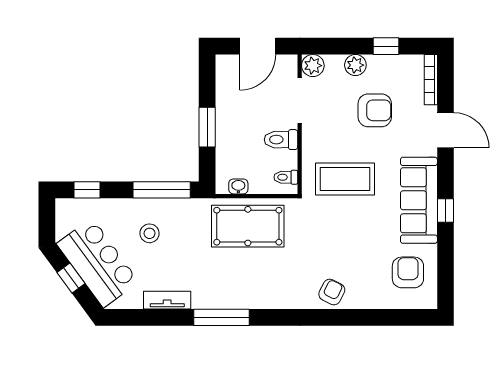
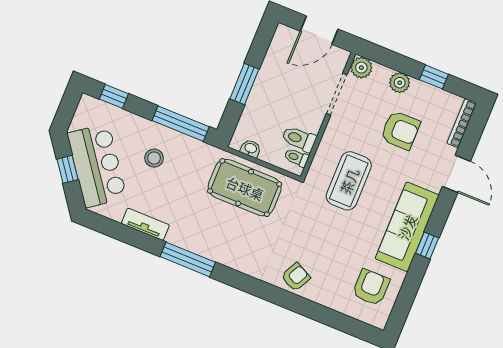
toilet: (281, 140) -> (299, 139), moved
coffee table: (345, 179) -> (349, 181), turned 90

